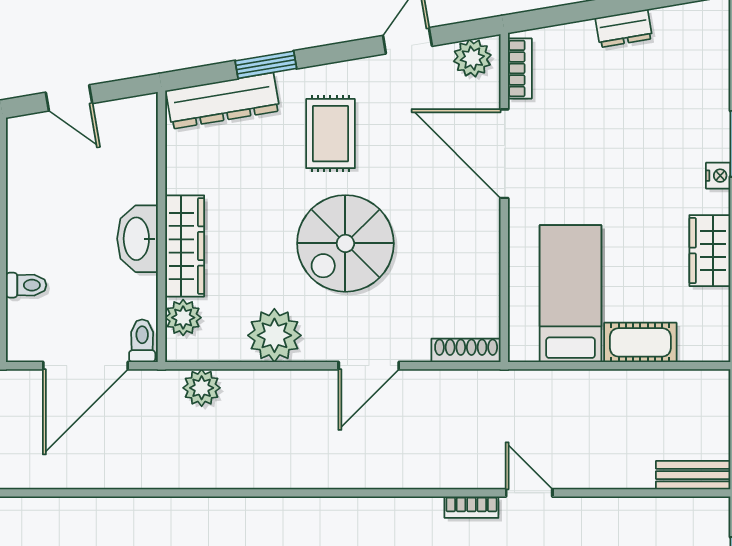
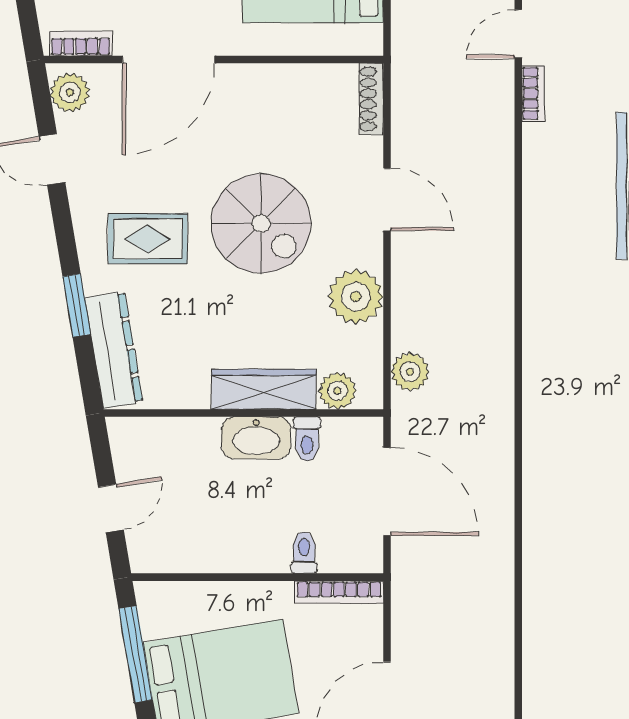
toilet: (142, 341) -> (307, 439), moved, turned -90

